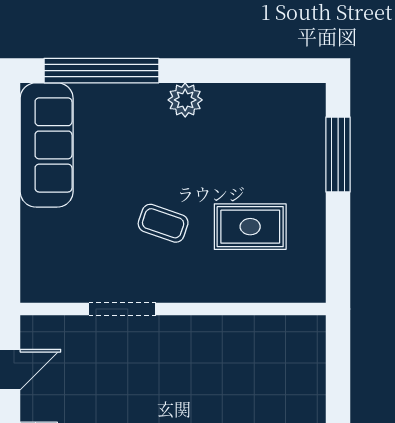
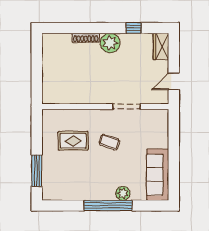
window: (101, 71) -> (108, 206), moved
plant: (185, 100) -> (123, 193), moved

